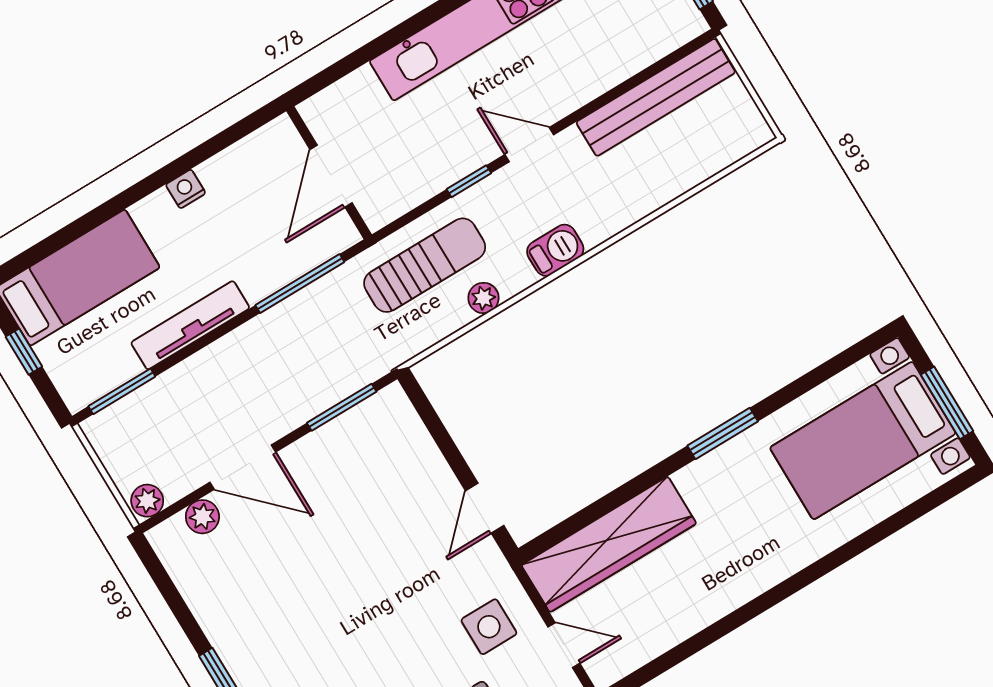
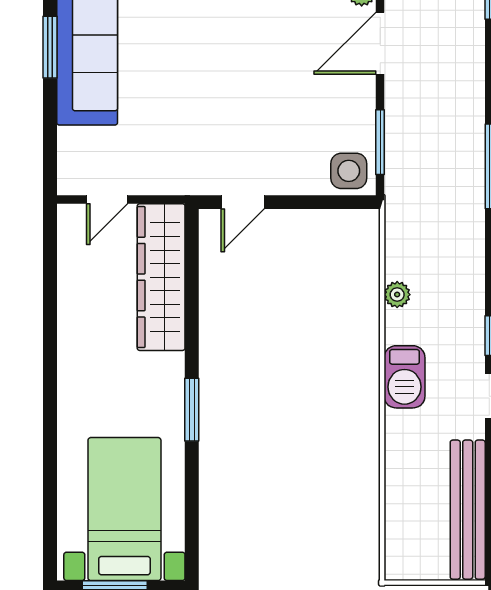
barbecue: (555, 250) -> (405, 377), width x1.38, depth x1.27
sun lounger: (425, 265) -> (447, 266), removed
door: (485, 508) -> (243, 202), swing flipped
side table: (489, 627) -> (349, 171), moved

